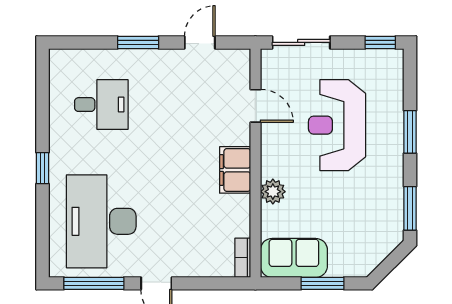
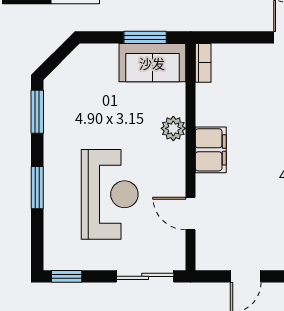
window: (322, 283) -> (145, 37), moved

